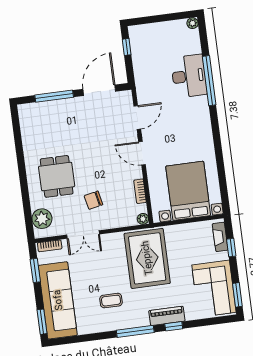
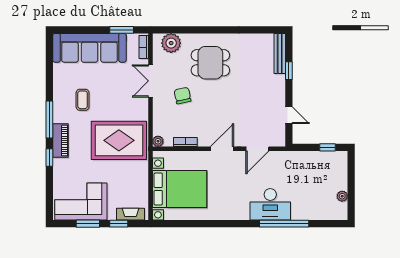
plant: (193, 23) -> (342, 196), moved
desk: (189, 76) -> (270, 204), moved
door: (99, 90) -> (289, 115), width x0.53
window: (54, 96) -> (289, 71), width x0.46
bench: (38, 108) -> (280, 53), added
door: (137, 118) -> (257, 149), hinge flipped
window: (237, 295) -> (88, 224), moved
piano: (167, 316) -> (60, 141), moved
window: (42, 322) -> (71, 30), removed

